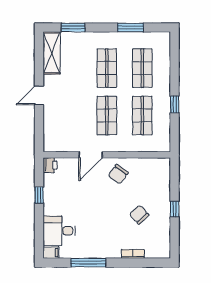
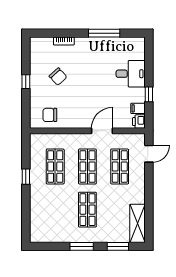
window: (131, 28) -> (82, 246), moved
shop shelf: (142, 68) -> (120, 167), moved
door: (39, 95) -> (149, 154), moved
chair: (118, 174) -> (50, 115), moved, turned -126
desk: (59, 231) -> (131, 74), moved
filing cabinet: (51, 253) -> (138, 108), moved

